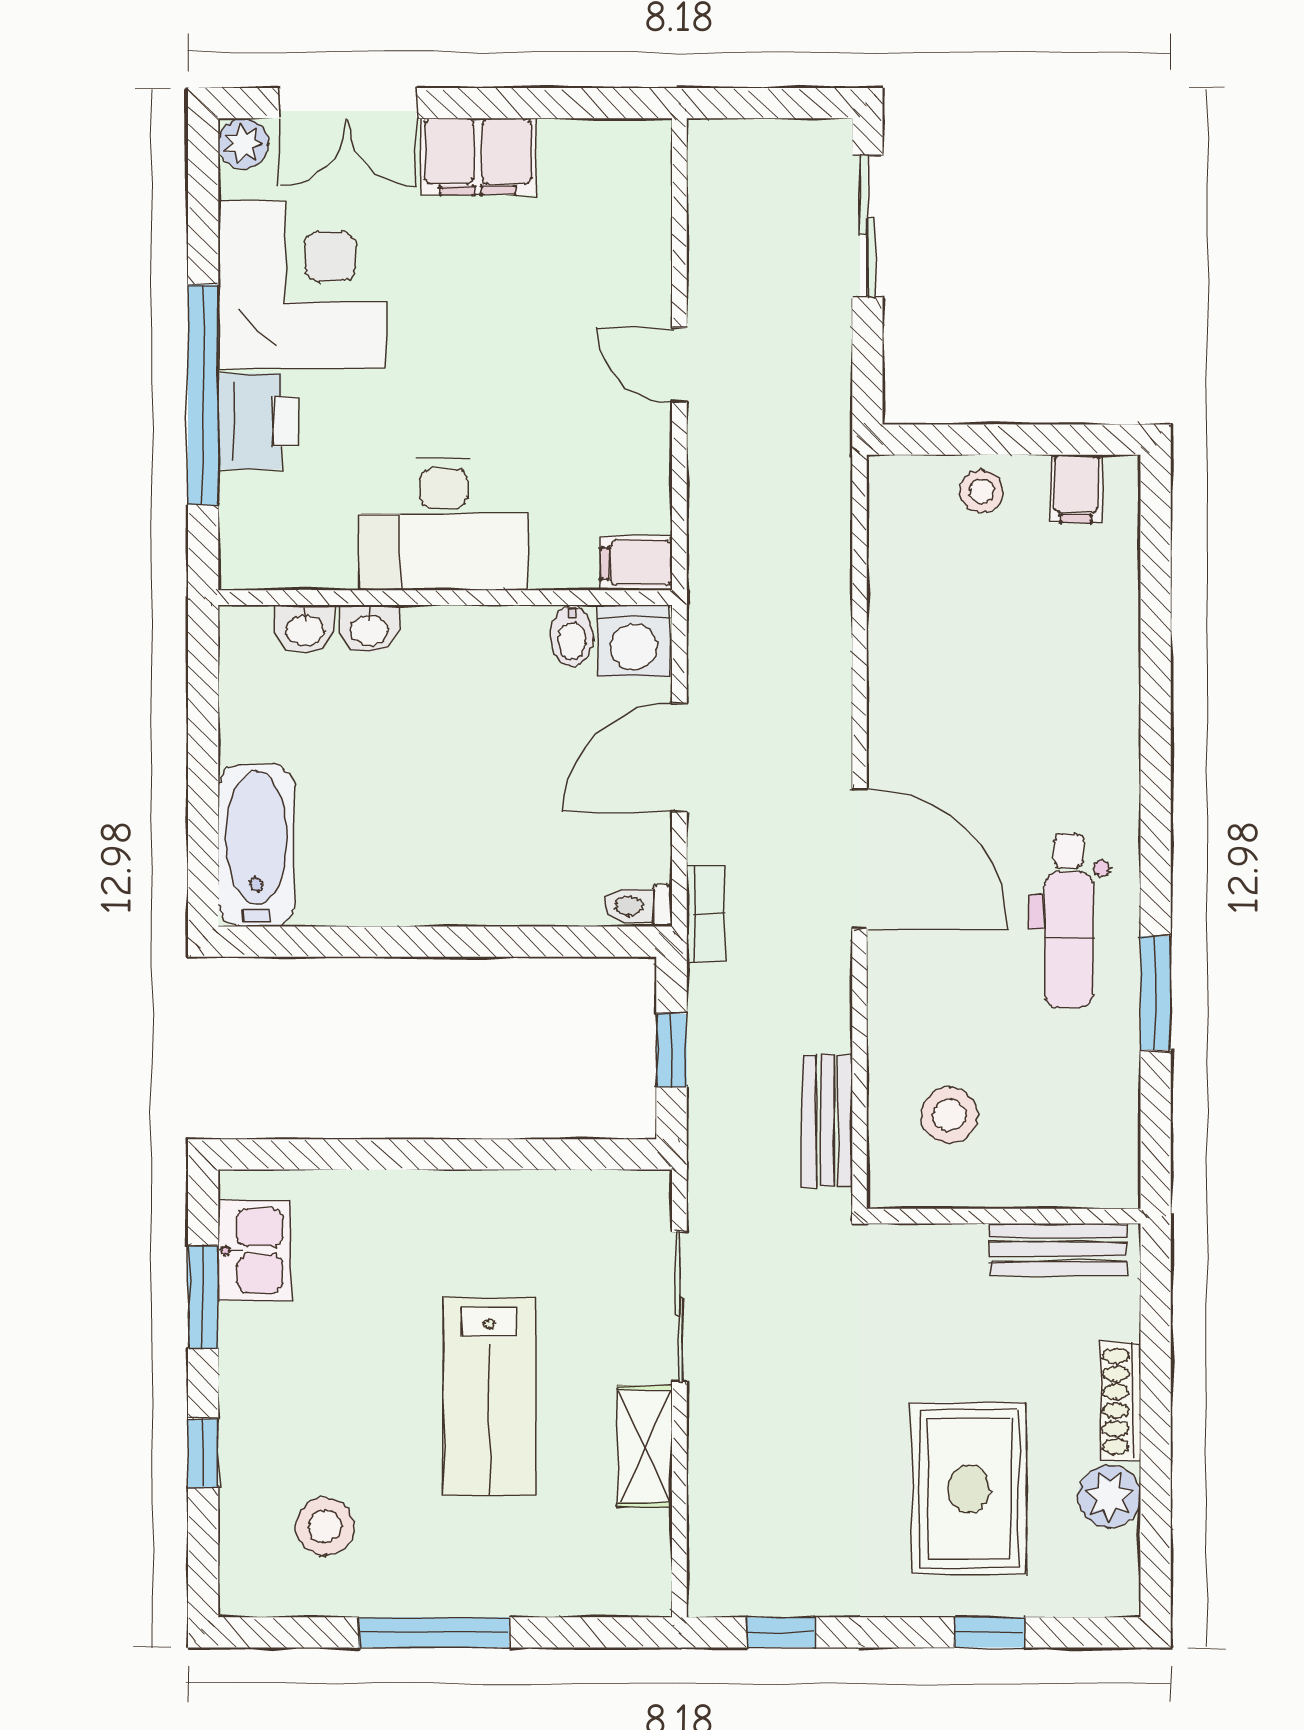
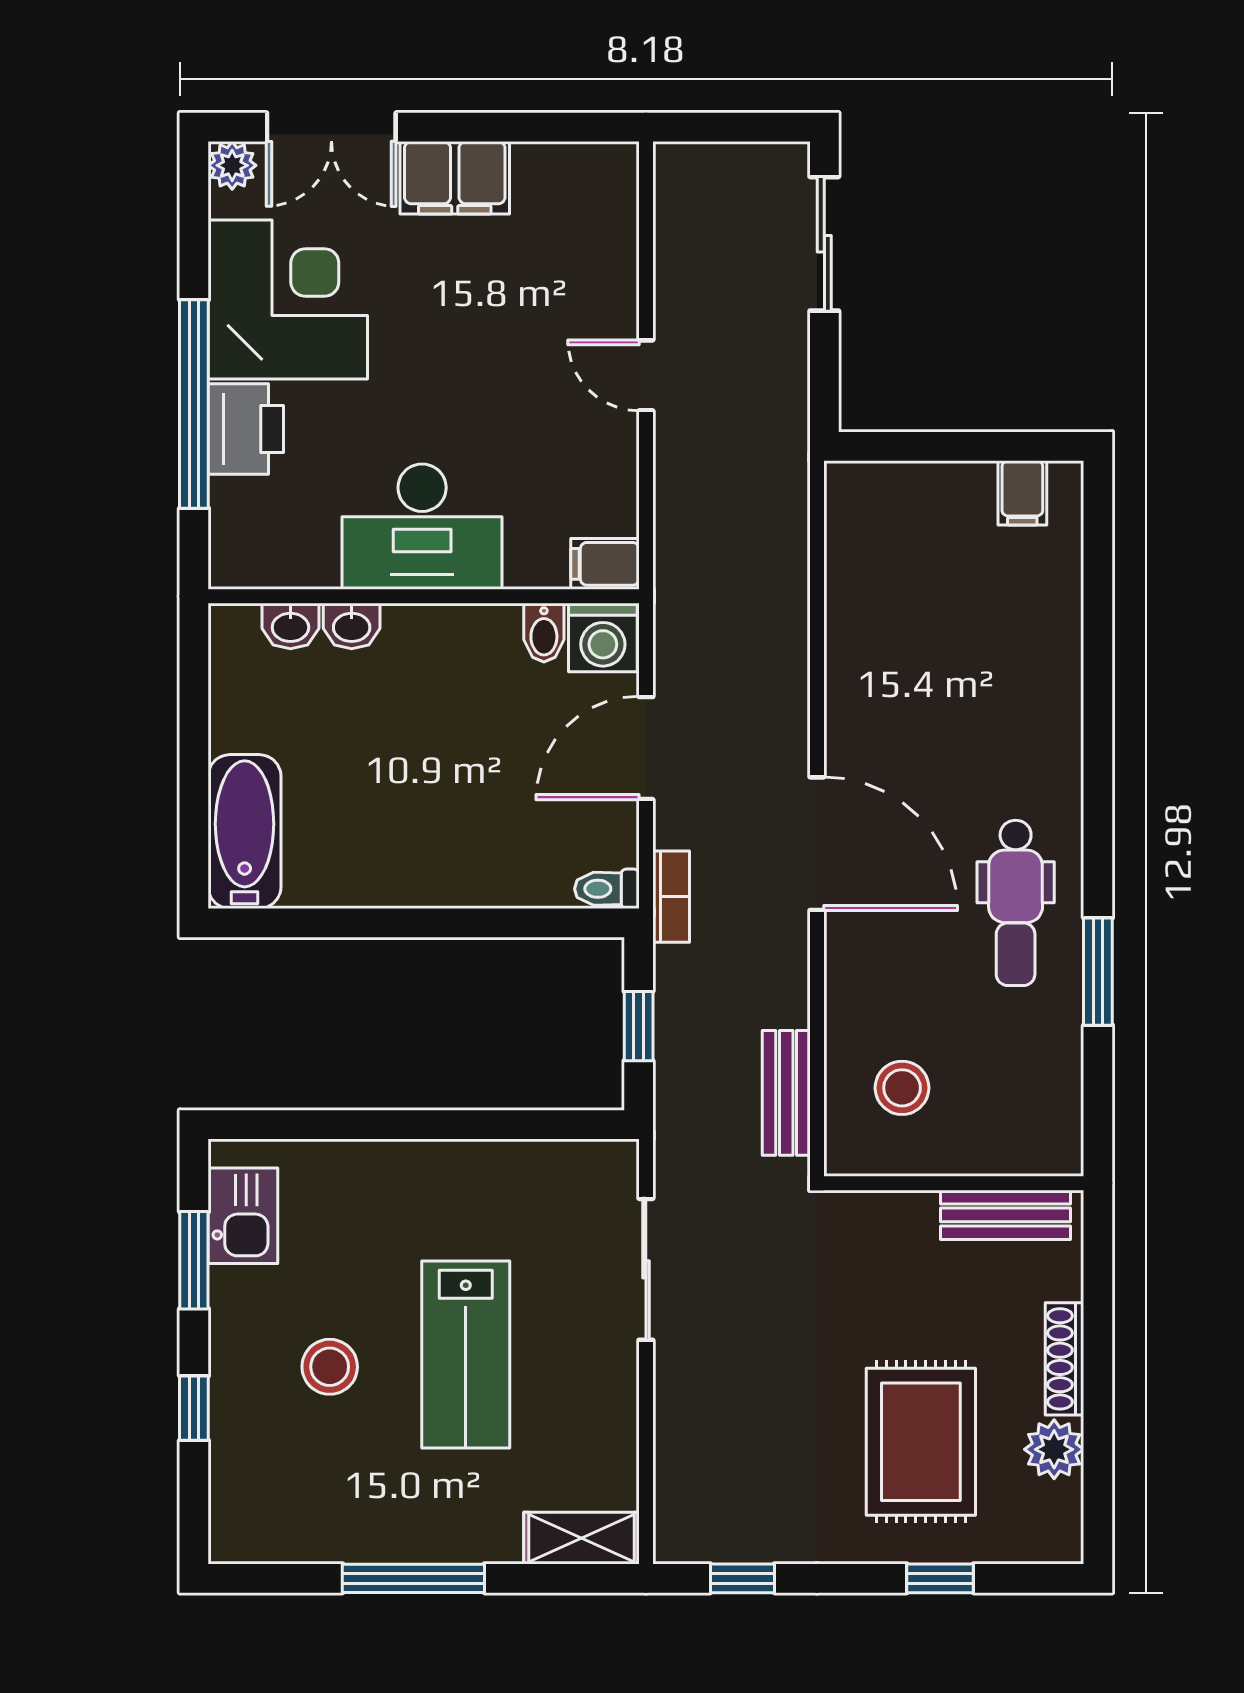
stool: (981, 491) -> (933, 496), removed
shelving: (645, 1446) -> (582, 1538), moved, turned 90
stool: (325, 1527) -> (330, 1367), moved

